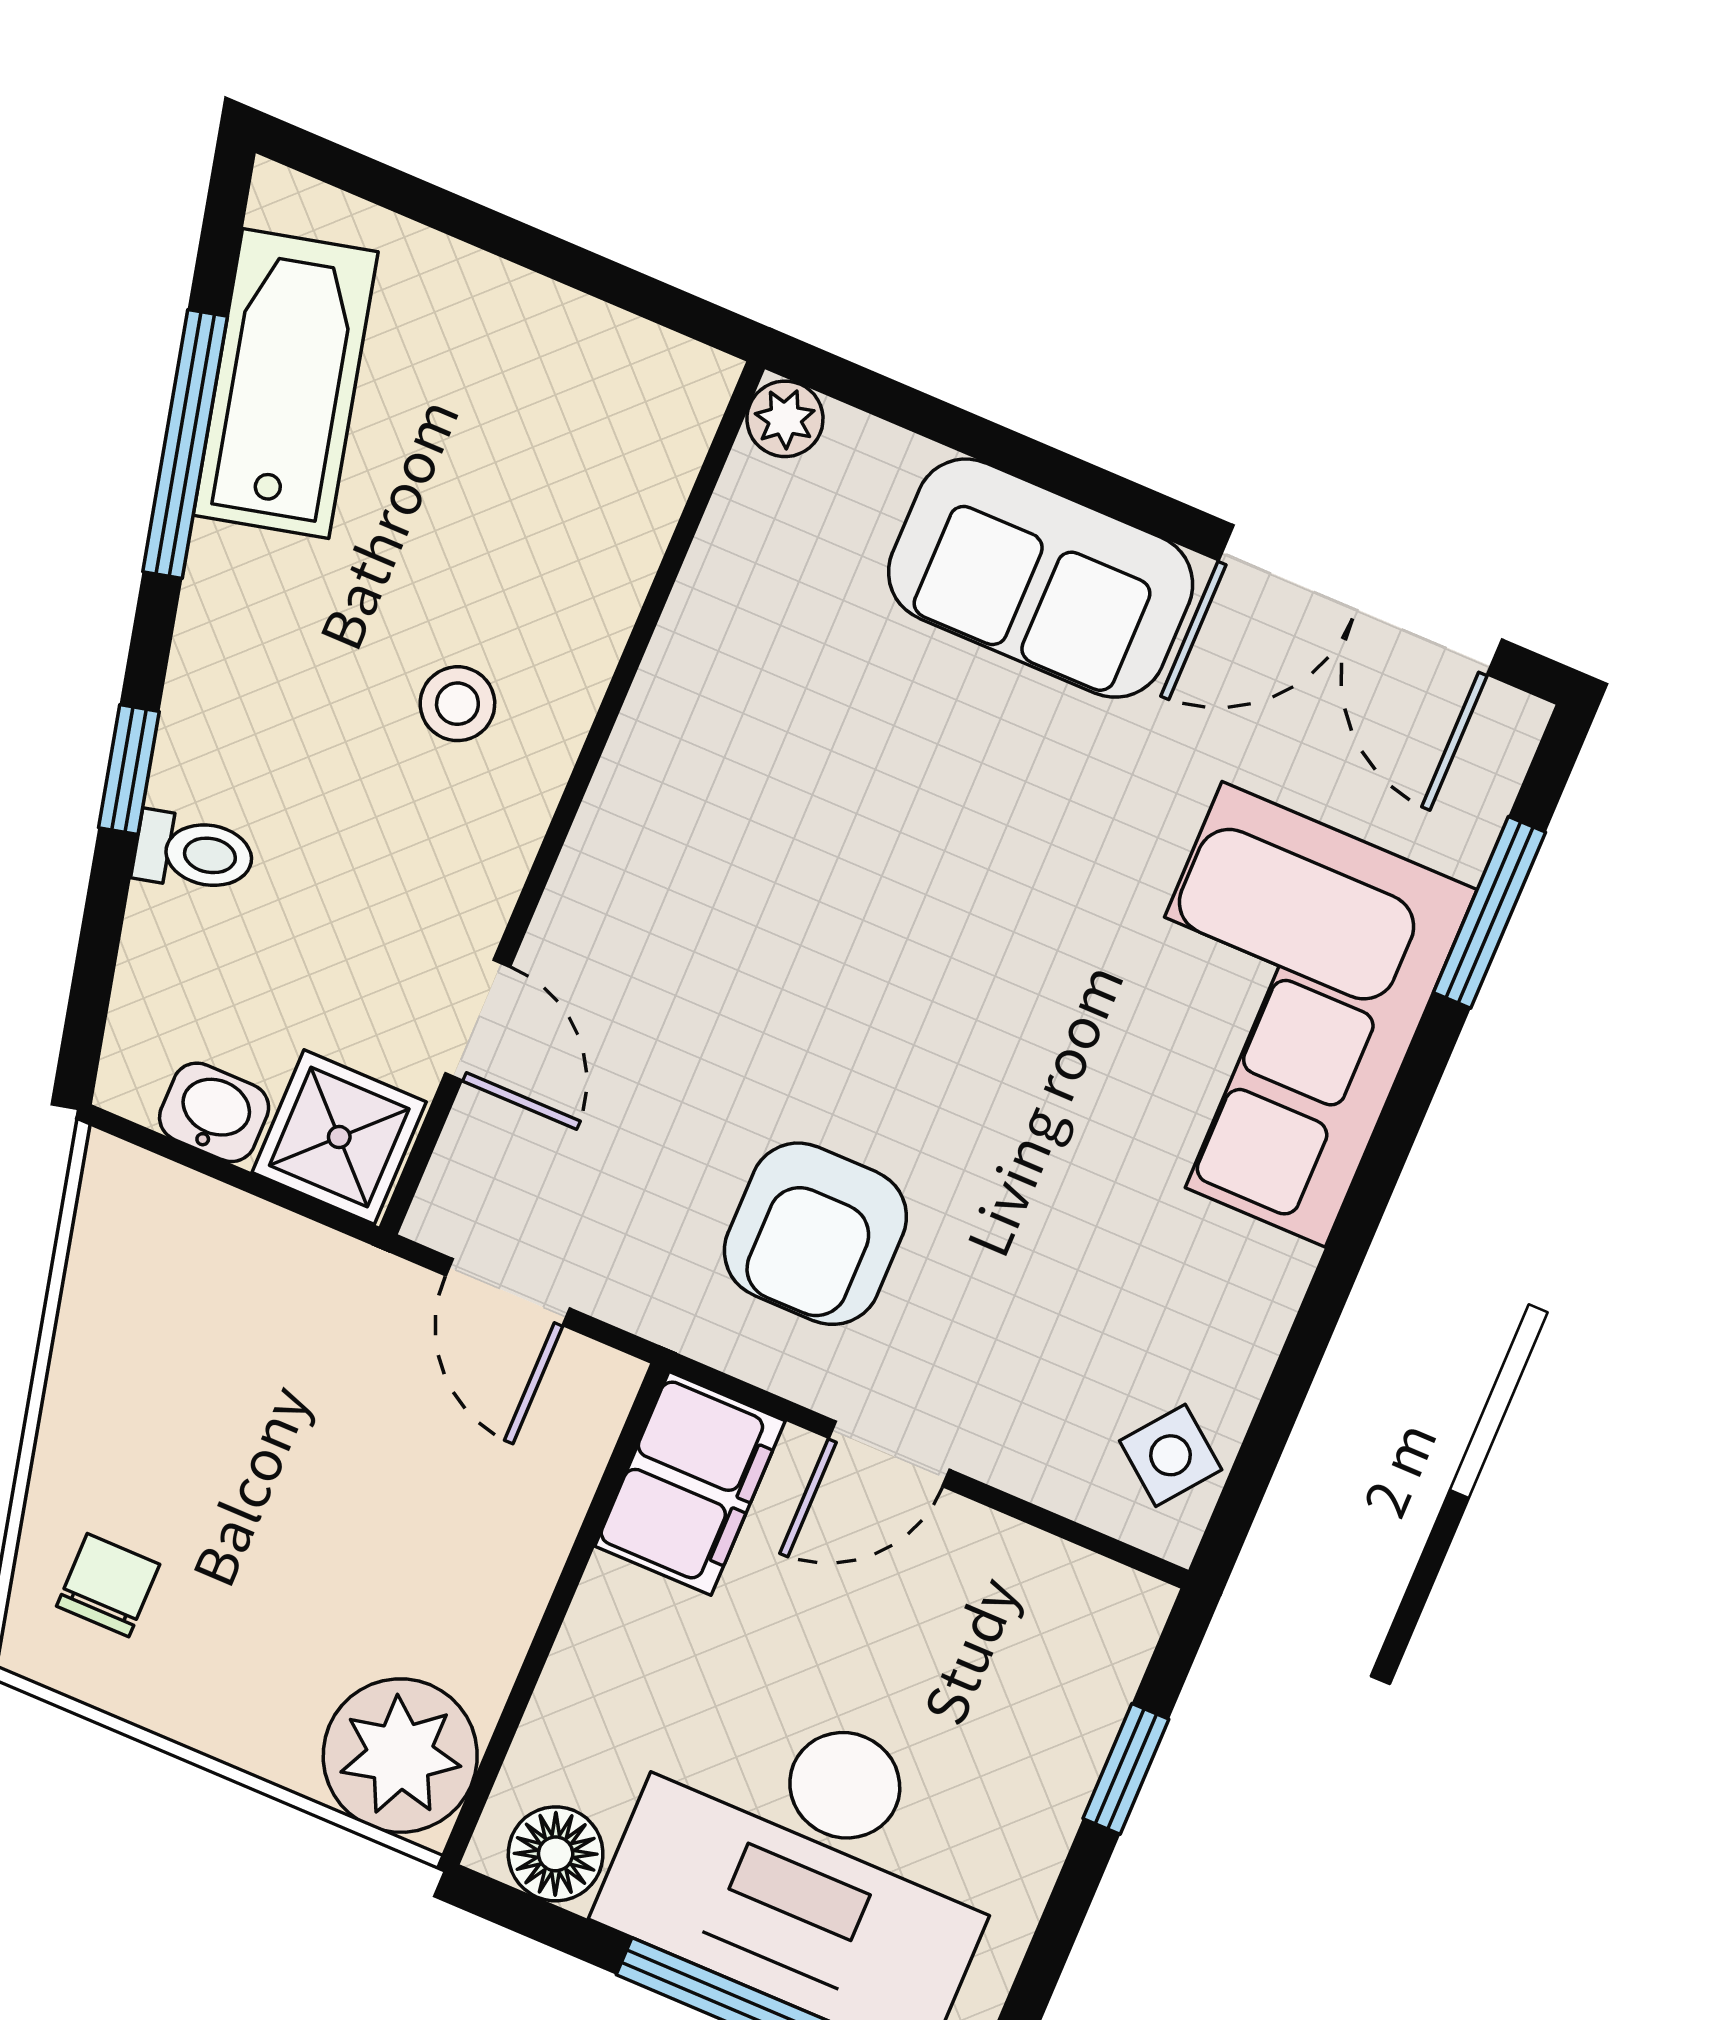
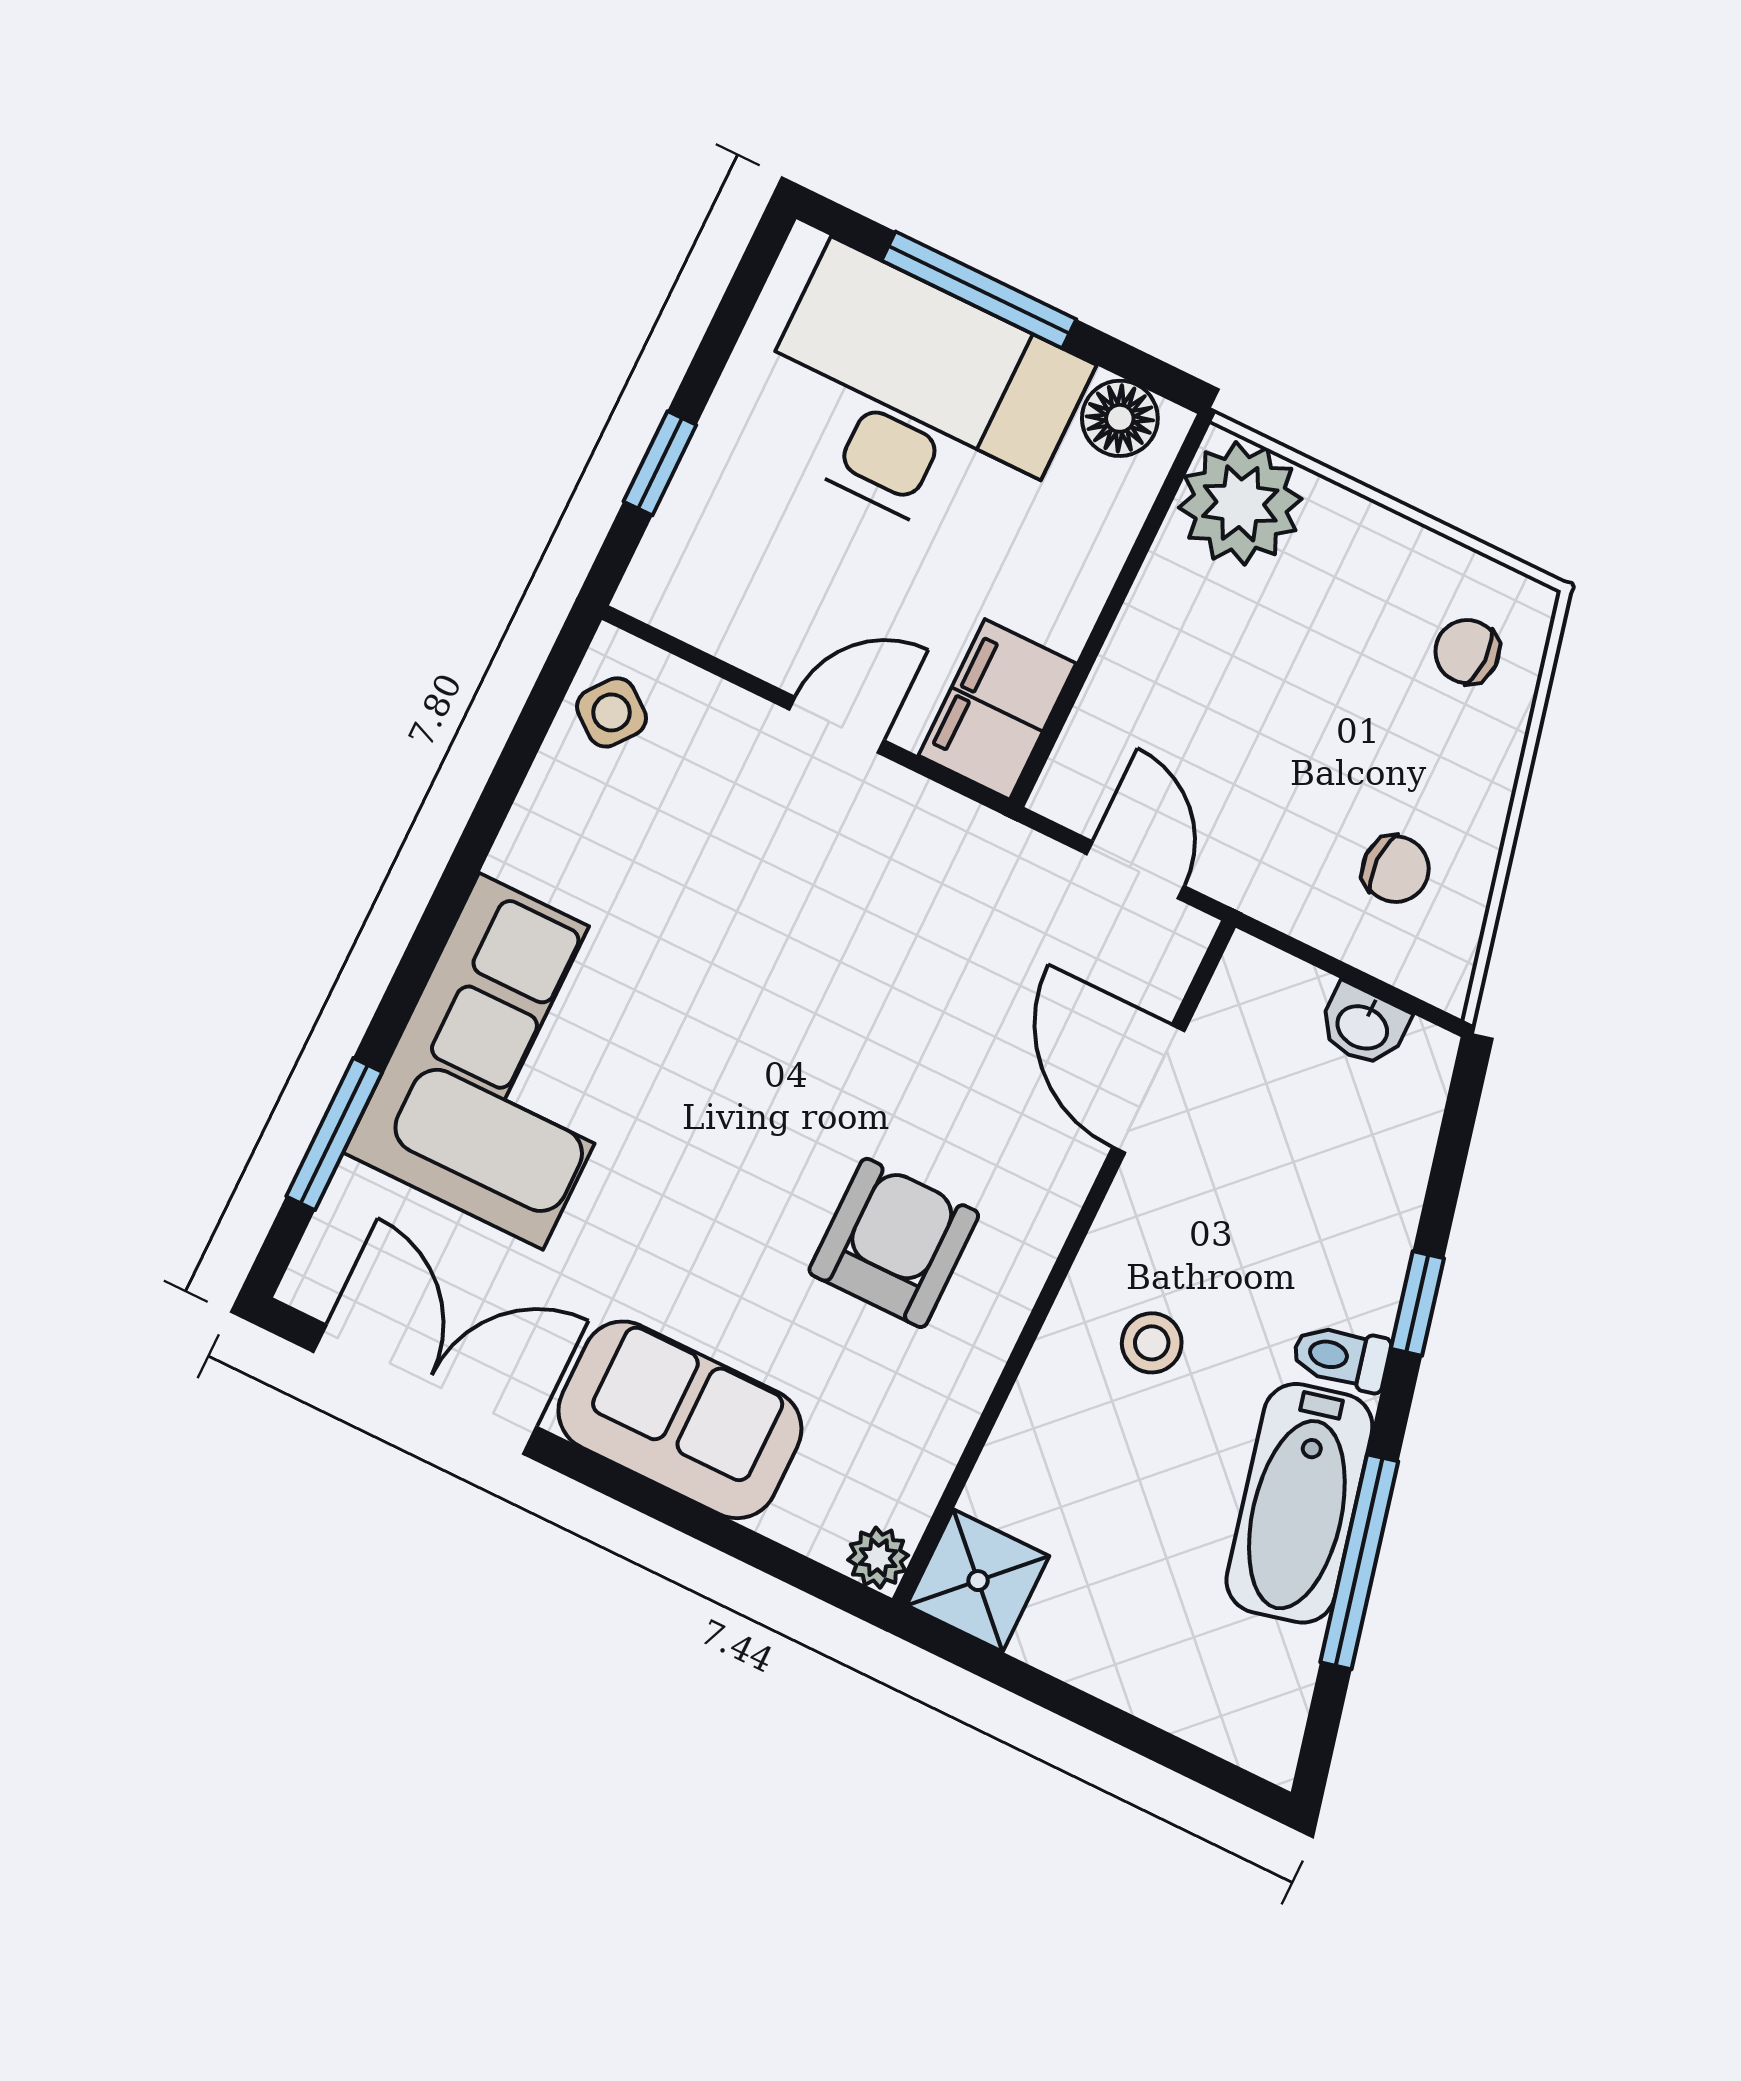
bathtub: (286, 383) -> (1299, 1503), moved
toilet: (194, 853) -> (1341, 1357), moved
door: (478, 1020) -> (1148, 1089), width x1.37
shower: (339, 1137) -> (978, 1581), moved
armchair: (815, 1234) -> (894, 1243), moved
chair: (183, 1310) -> (1396, 869), added
chair: (108, 1585) -> (1467, 652), turned 90

